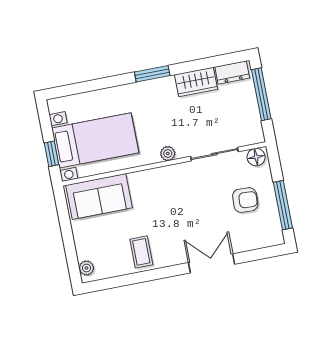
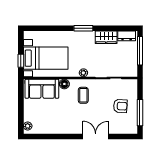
floor lamp: (256, 157) -> (64, 84), moved
coffee table: (141, 252) -> (83, 95), moved

